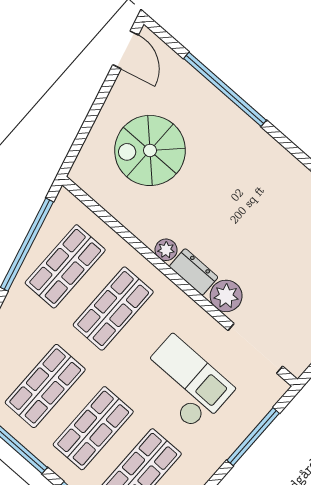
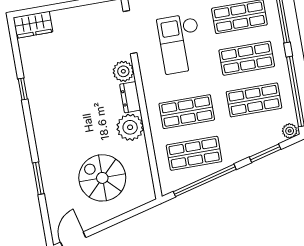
window: (225, 89) -> (38, 178), width x0.47
spiral stairs: (150, 150) -> (102, 178), turned 180
plant: (166, 250) -> (130, 127), width x1.88, depth x1.88

